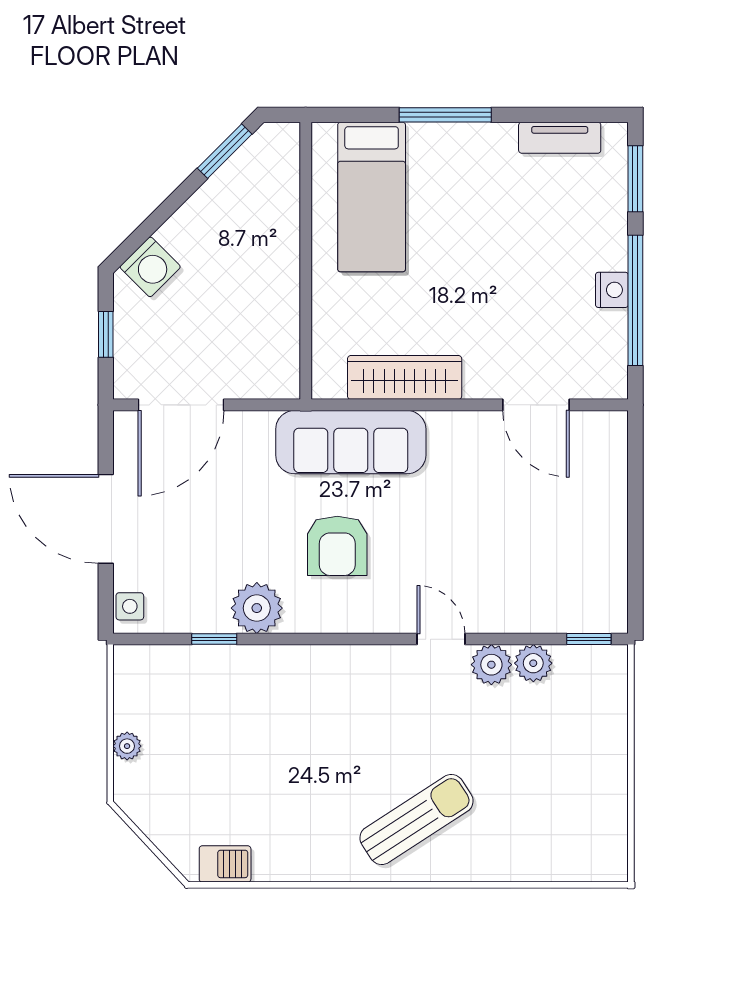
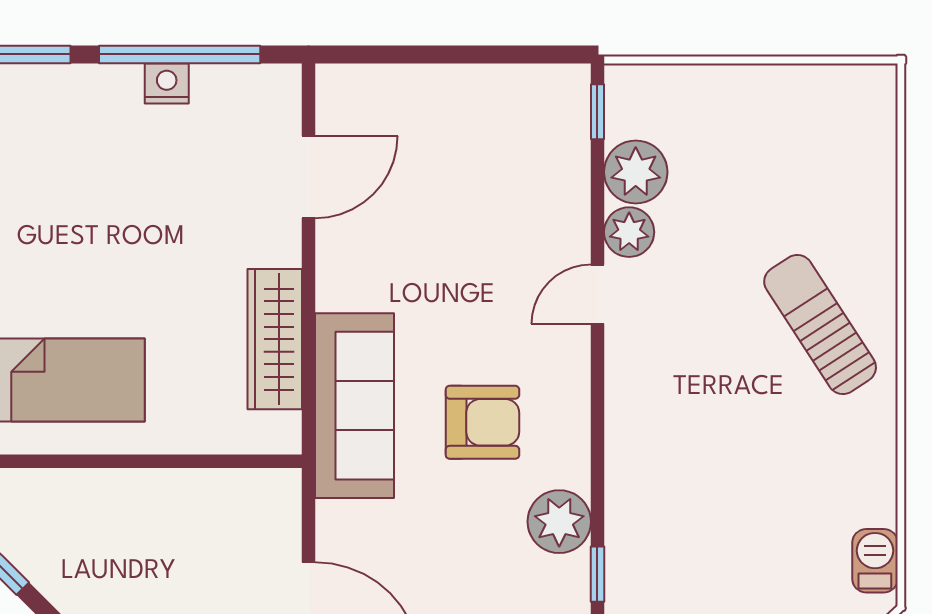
plant: (533, 663) -> (636, 172), width x1.36, depth x1.36

